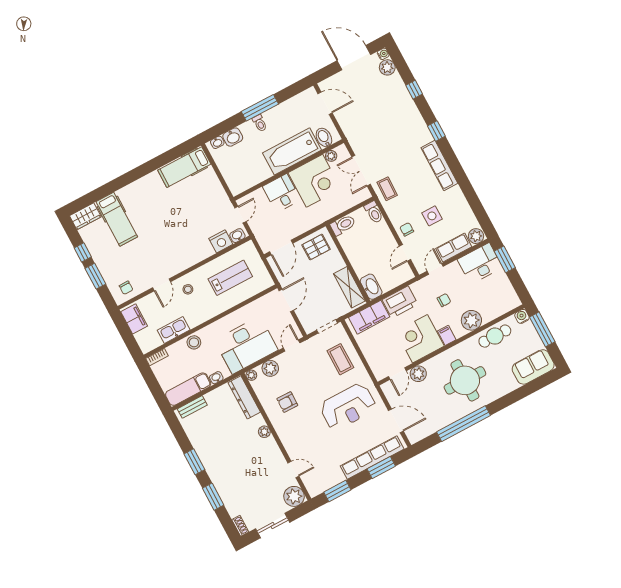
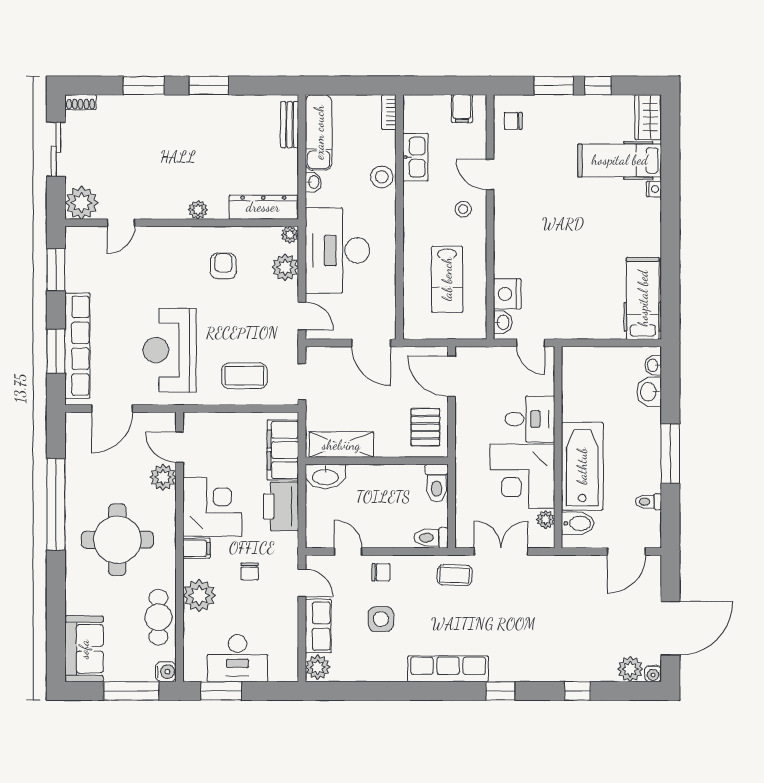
toilet: (260, 123) -> (648, 502), moved
nightstand: (122, 193) -> (654, 189), added
window: (505, 259) -> (221, 691), moved
desk: (480, 264) -> (237, 658), moved, turned 90
filing cabinet: (134, 319) -> (462, 109), width x0.50

